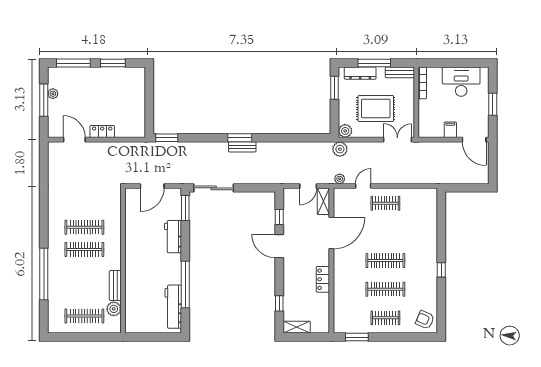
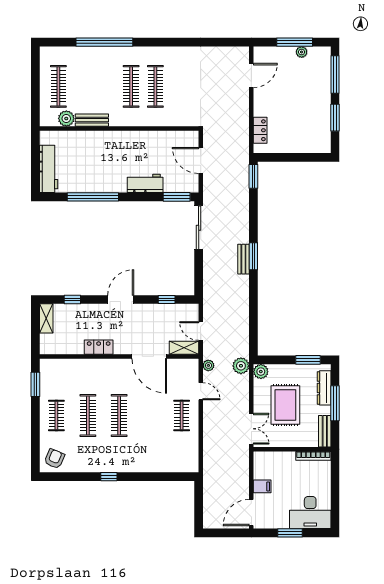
desk: (461, 82) -> (310, 513), moved, turned 90
locker: (102, 132) -> (260, 130), moved
door: (279, 246) -> (121, 299), moved
workbench: (173, 307) -> (49, 169), moved, turned 90

